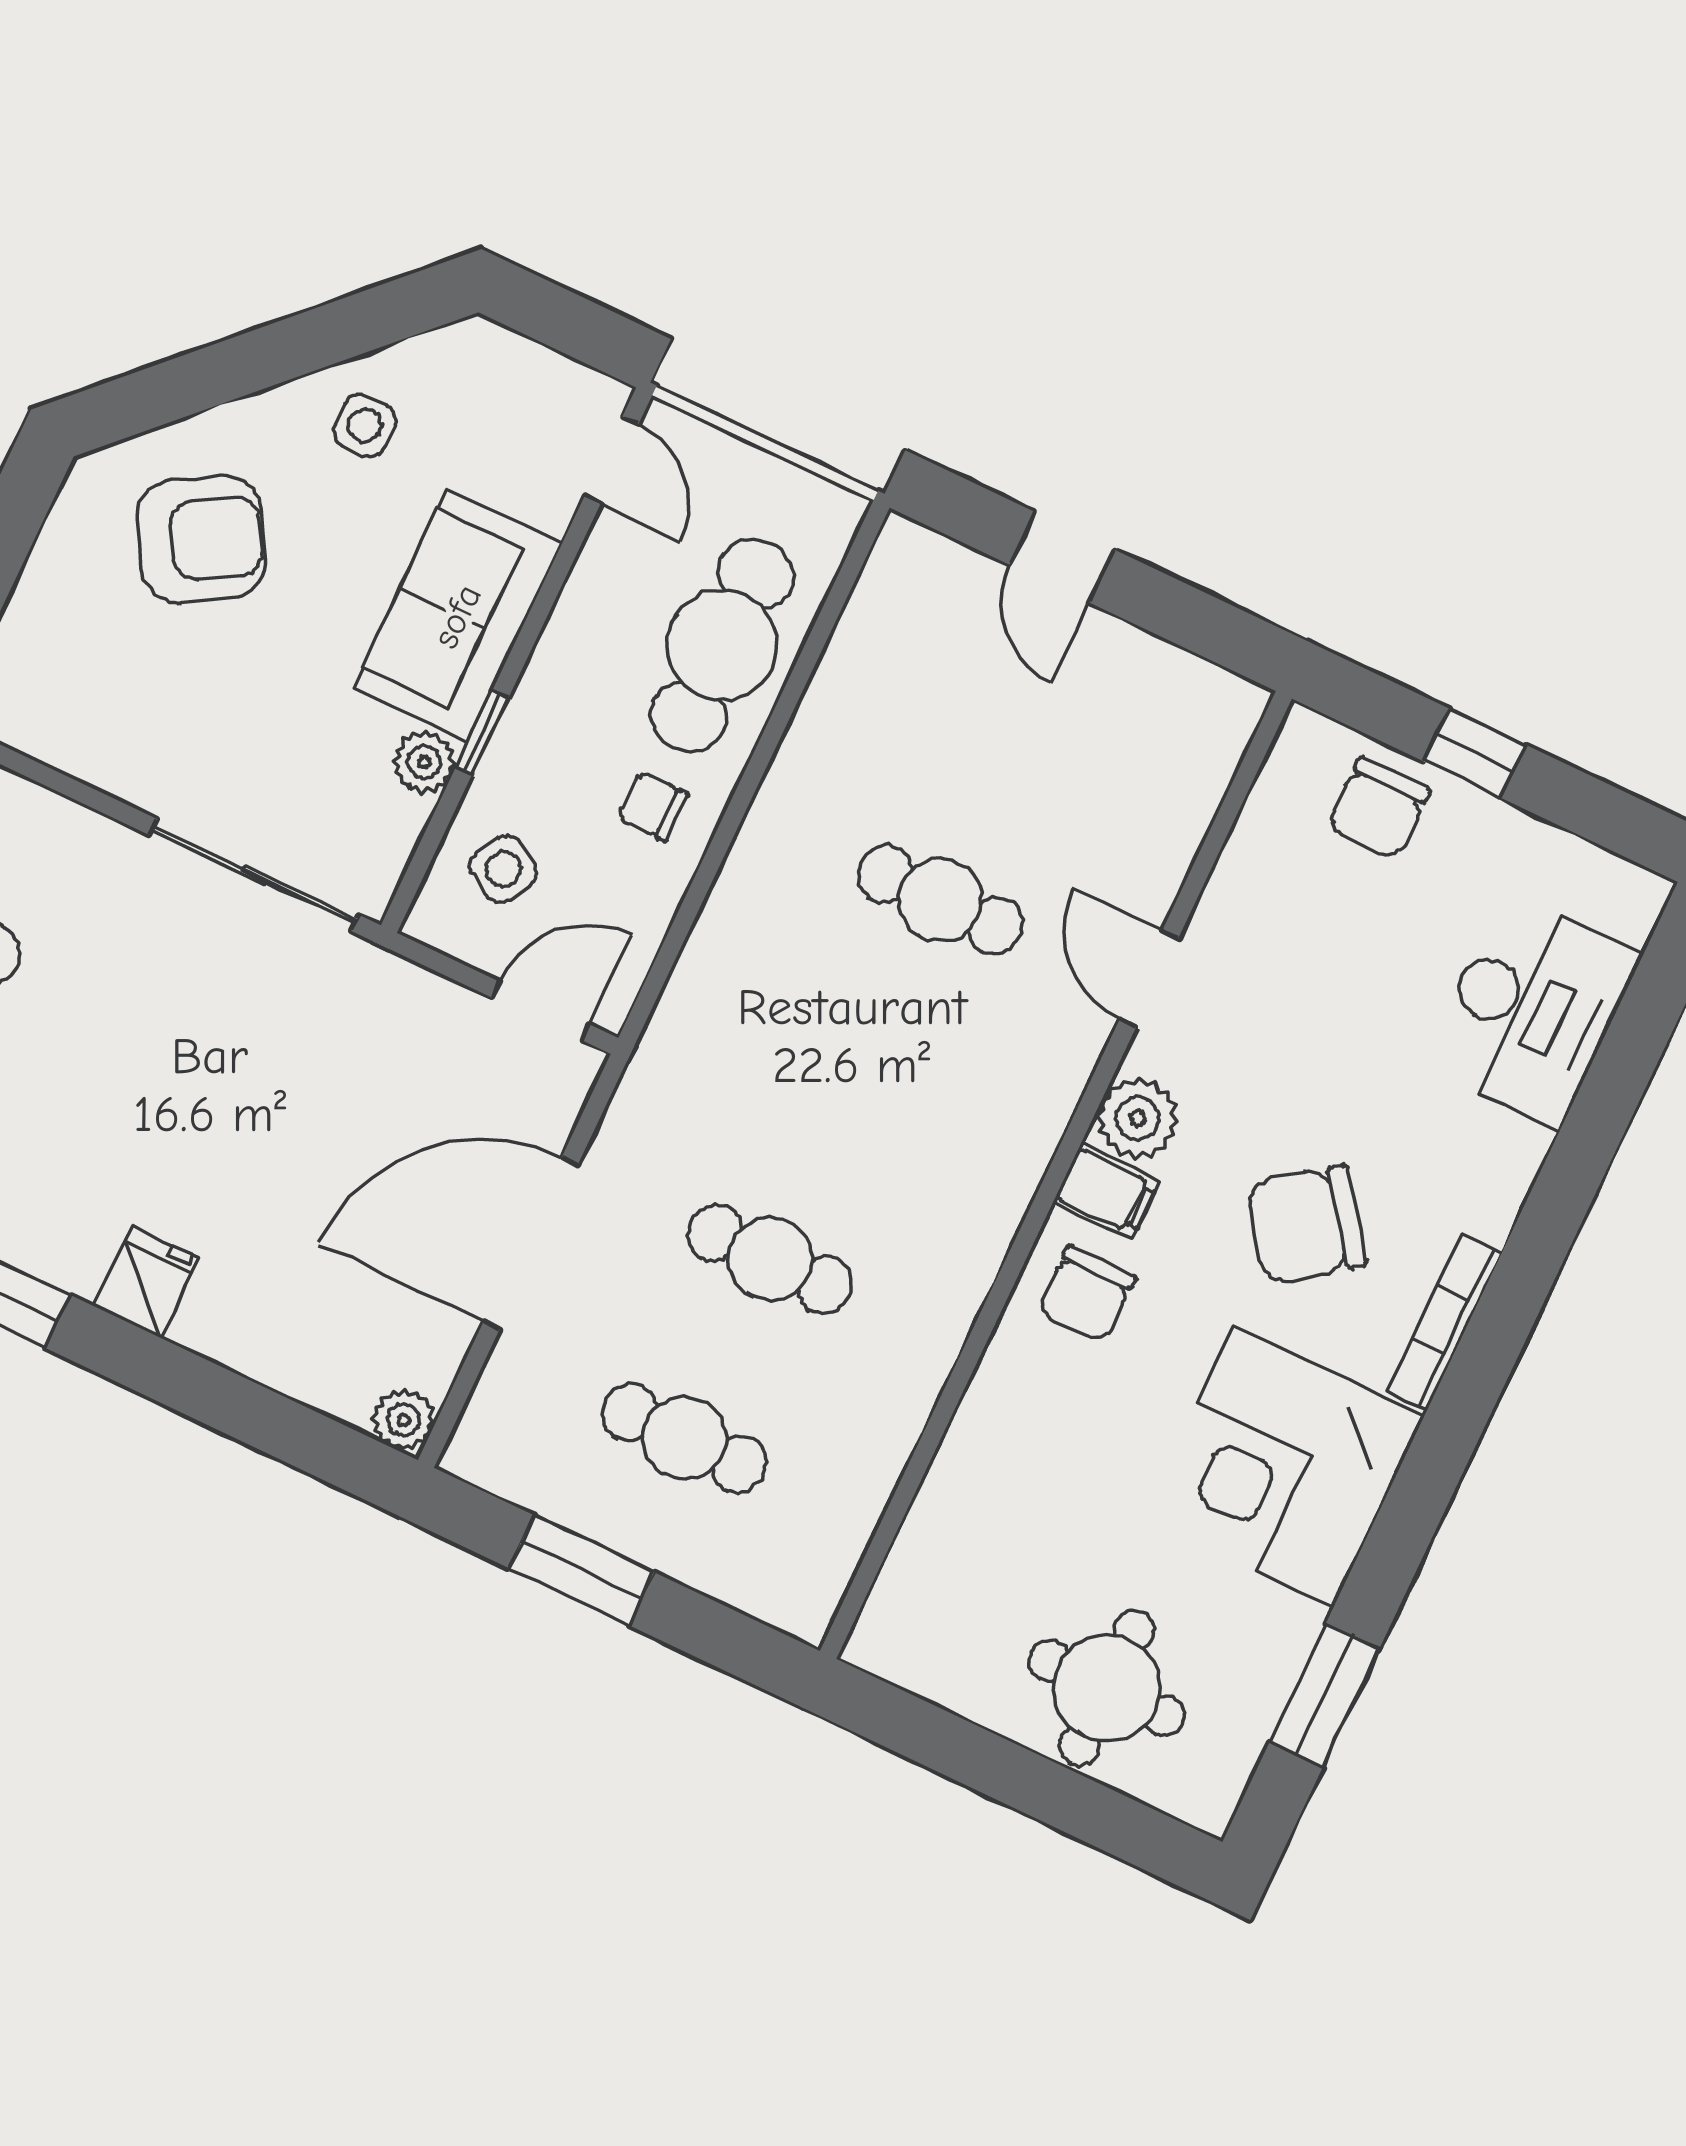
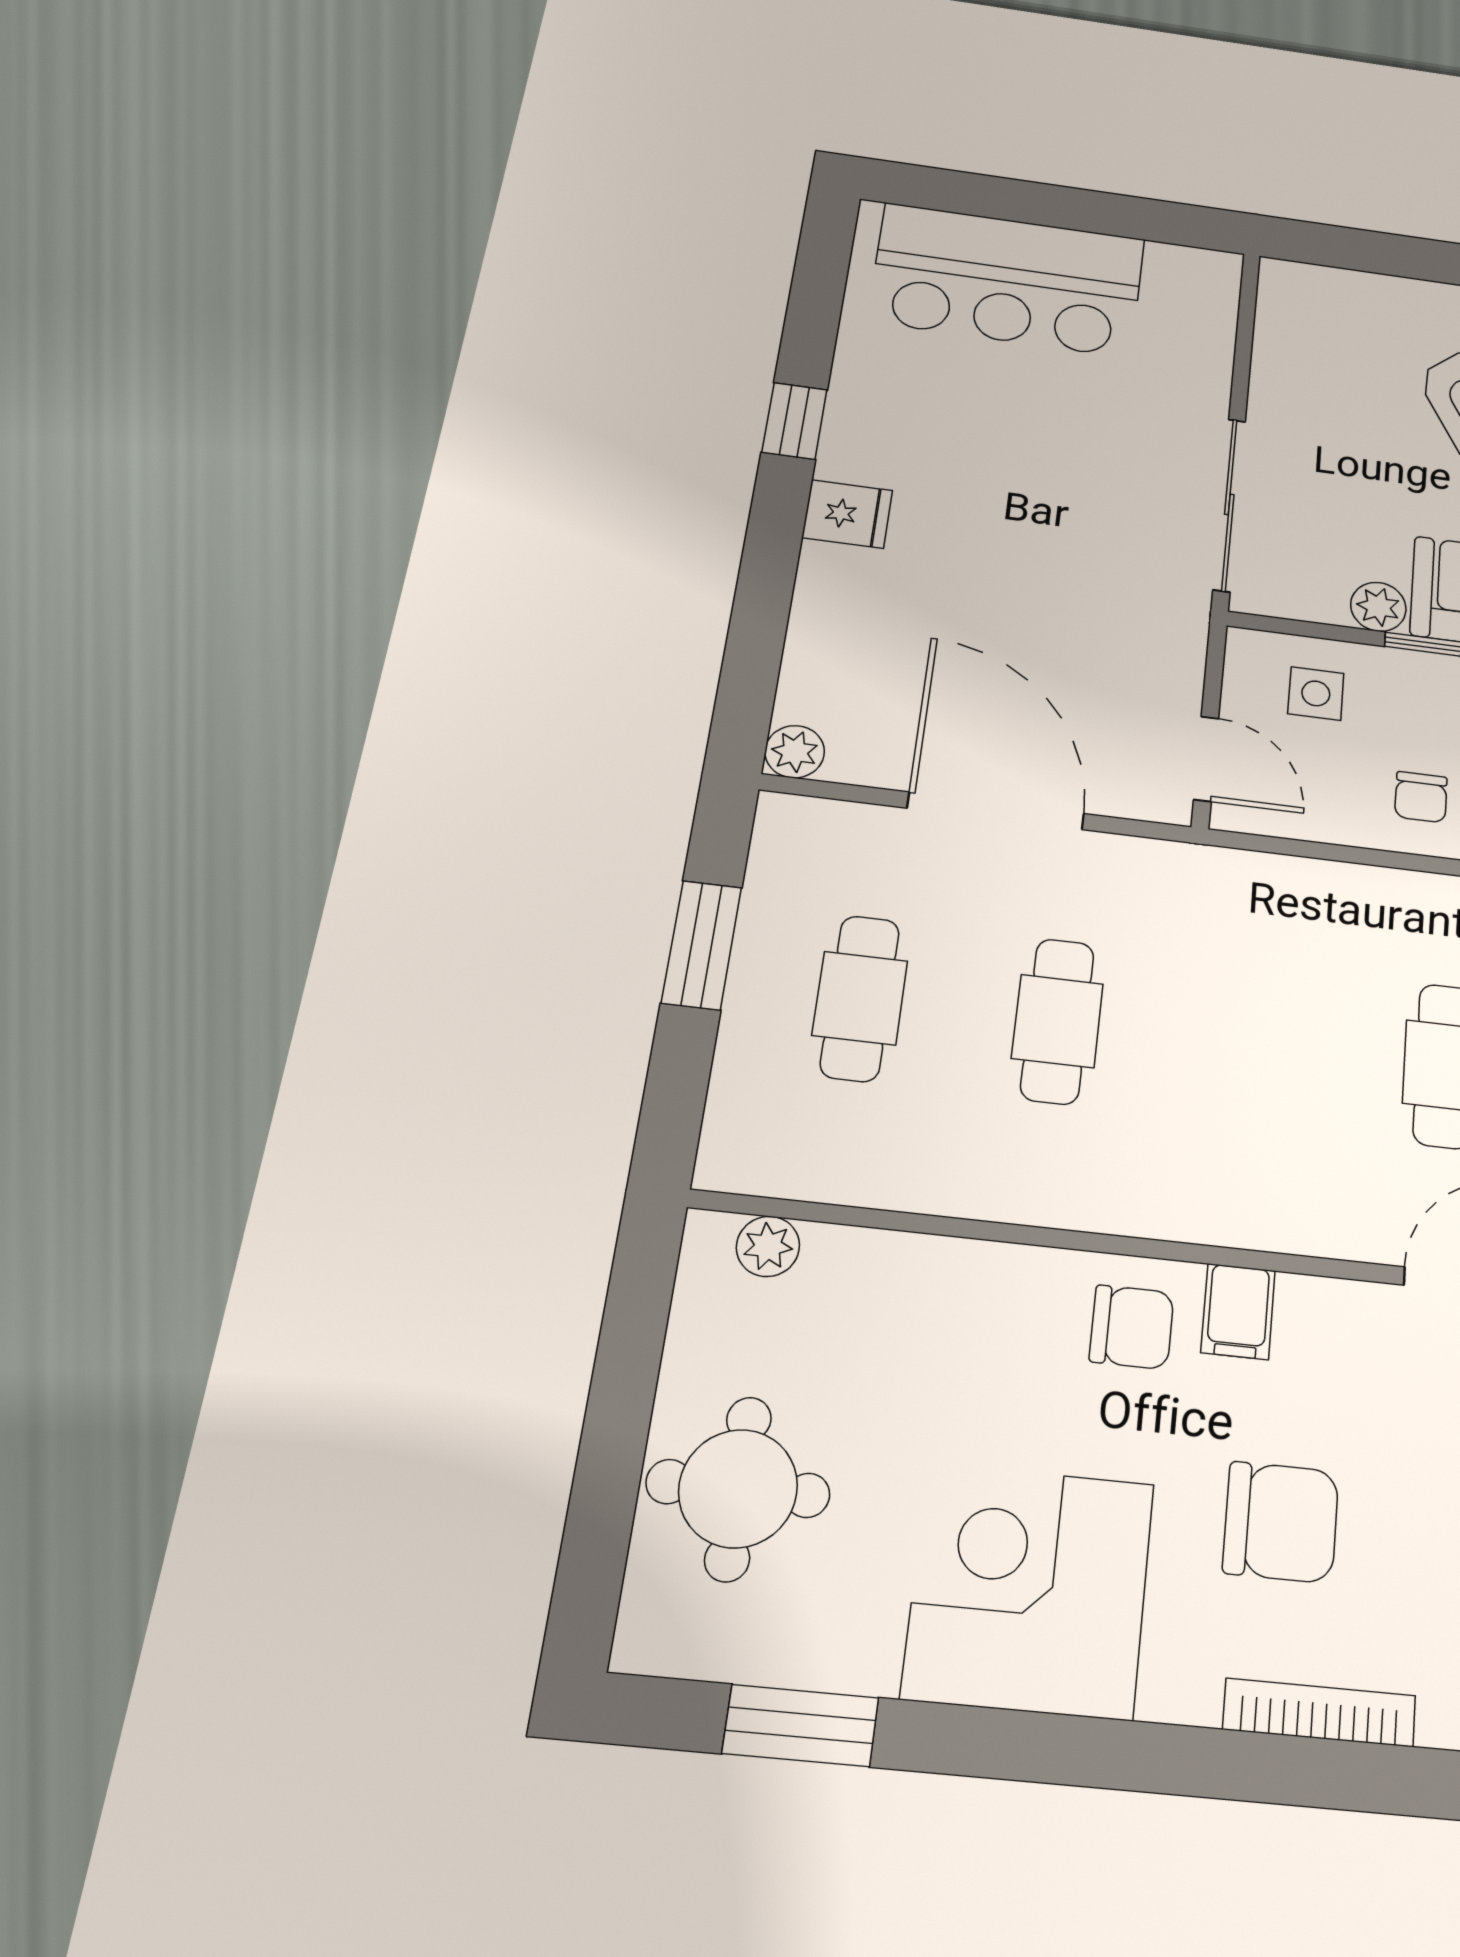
chair: (653, 806) -> (1421, 797), turned 180
side table: (503, 869) -> (1316, 693), turned -32
plant: (1138, 1118) -> (768, 1246), moved, width x0.73, depth x0.73
chair: (1307, 1225) -> (1281, 1522), turned 127
chair: (1086, 1294) -> (1132, 1327), turned 180
bookcase: (1444, 1322) -> (1319, 1712), moved

